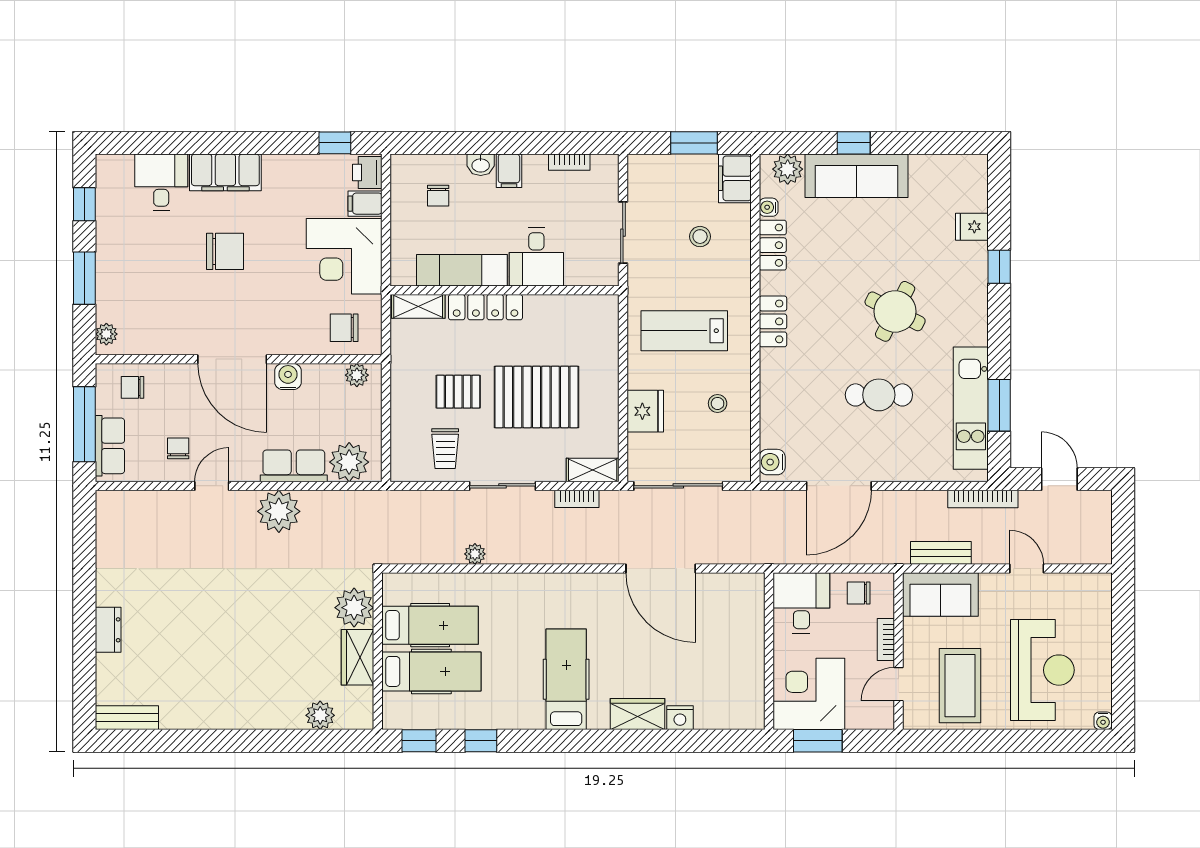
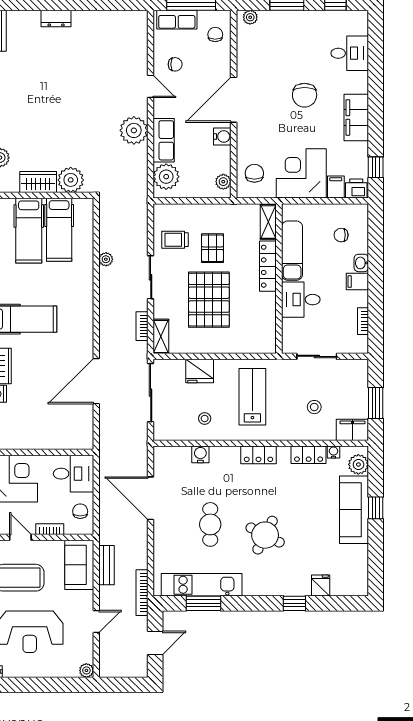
filing cabinet: (225, 172) -> (356, 117), moved
water cooler: (772, 462) -> (200, 454), moved
plant: (1101, 584) -> (86, 670), added

